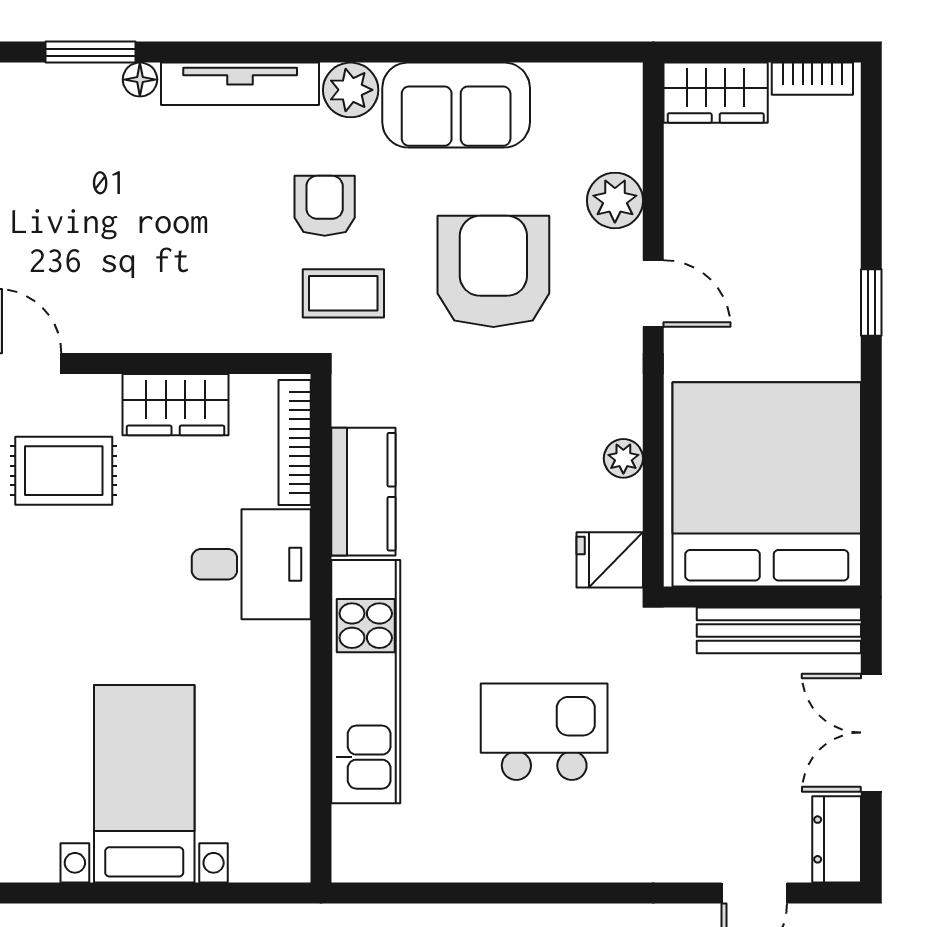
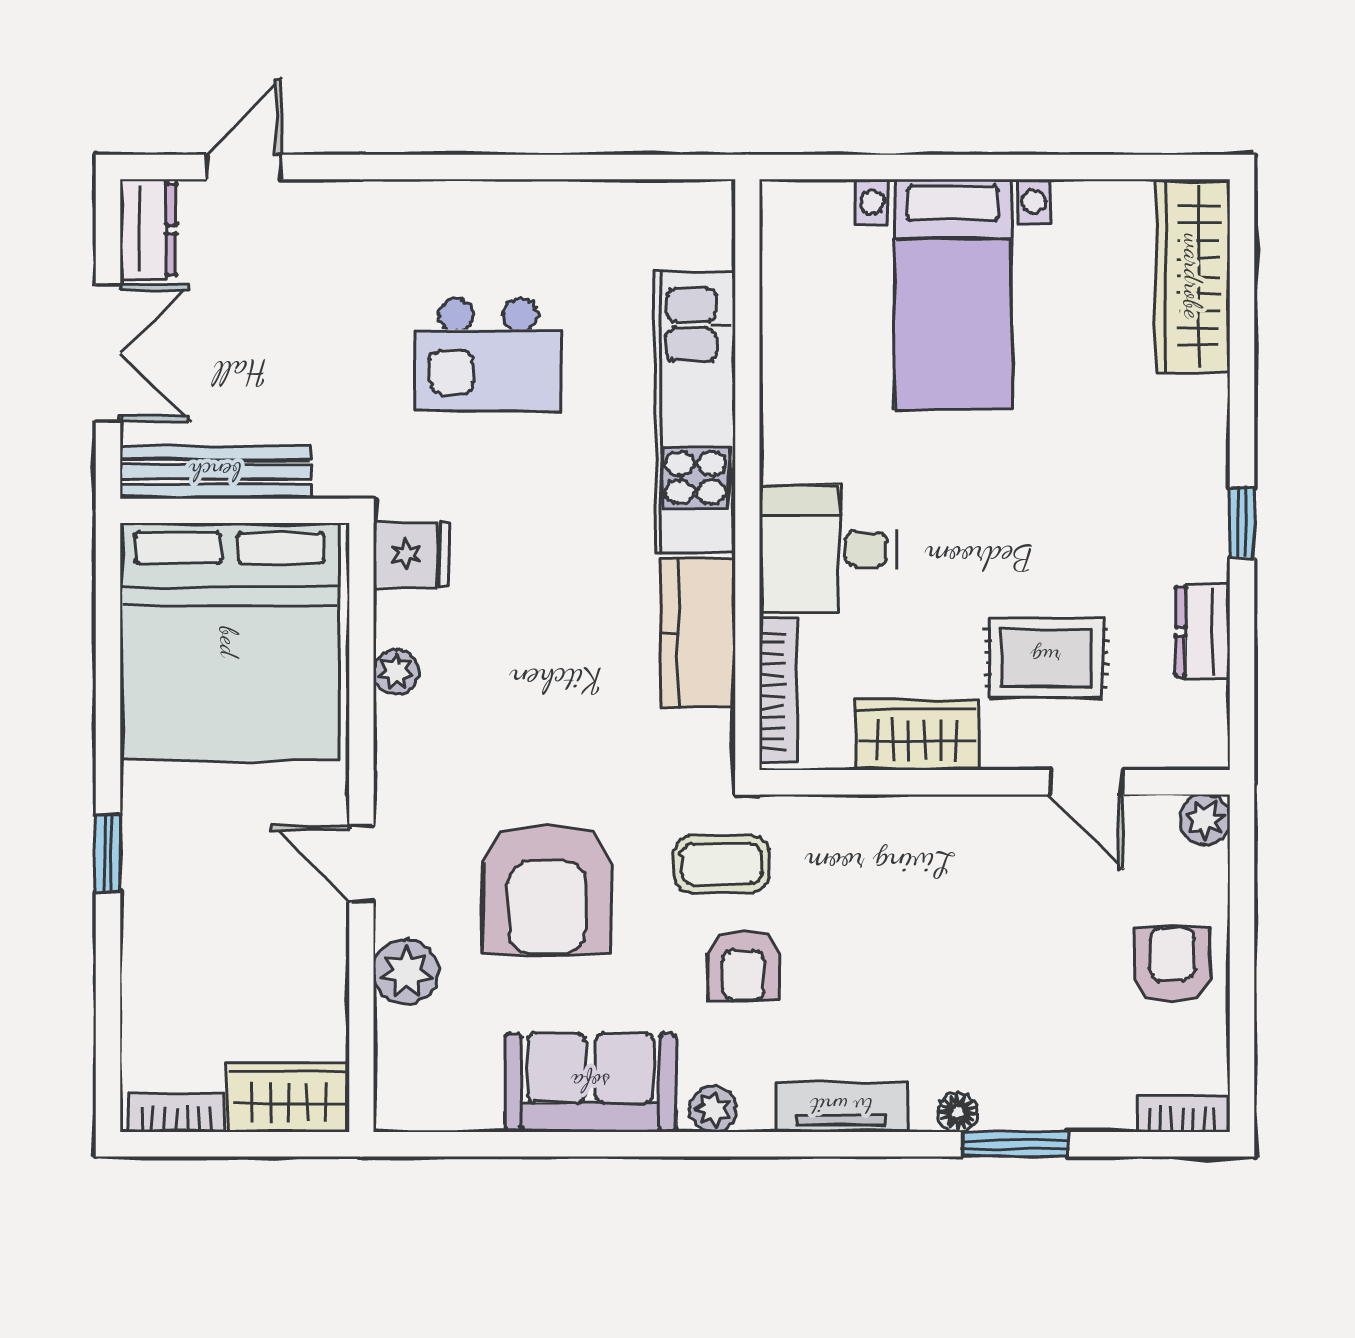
tv unit: (240, 84) -> (841, 1107), width x0.71
plant: (351, 90) -> (713, 1109), width x0.73, depth x0.73

